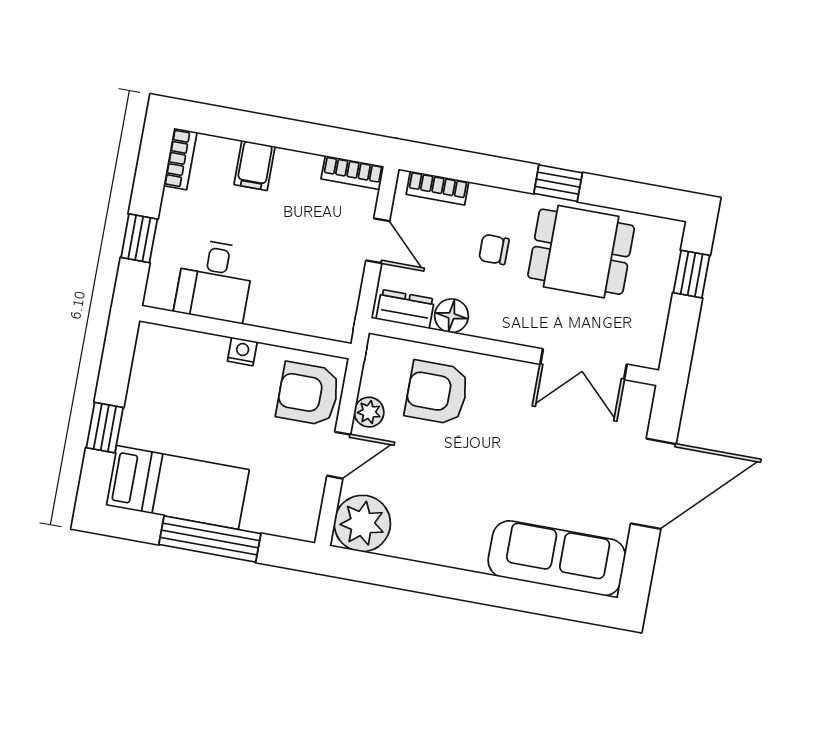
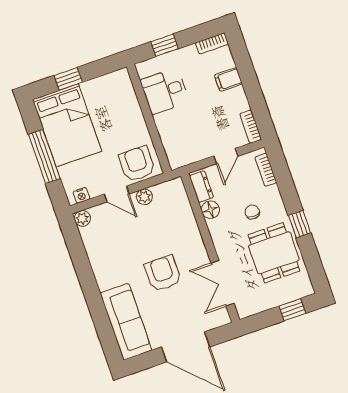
nightstand: (242, 351) -> (81, 195), moved, turned 90
armchair: (437, 393) -> (163, 273), moved
bed: (177, 487) -> (67, 125), width x1.50
plant: (362, 523) -> (82, 218), width x0.53, depth x0.53

